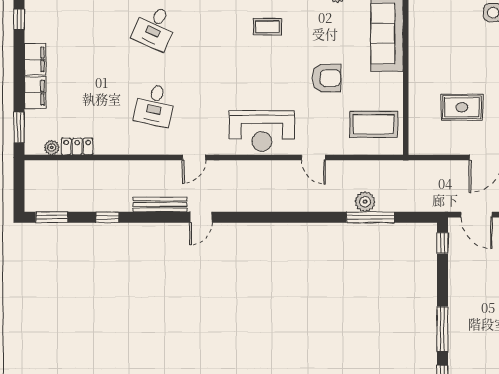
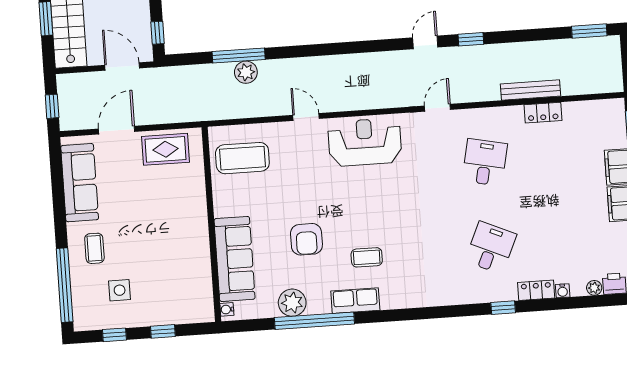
armchair: (326, 78) -> (306, 239), moved, turned -90
rug: (462, 107) -> (166, 149), moved
locker: (77, 146) -> (543, 113), moved
plant: (52, 147) -> (595, 108), removed
bench: (160, 204) -> (530, 90), moved
window: (107, 217) -> (471, 39), moved

